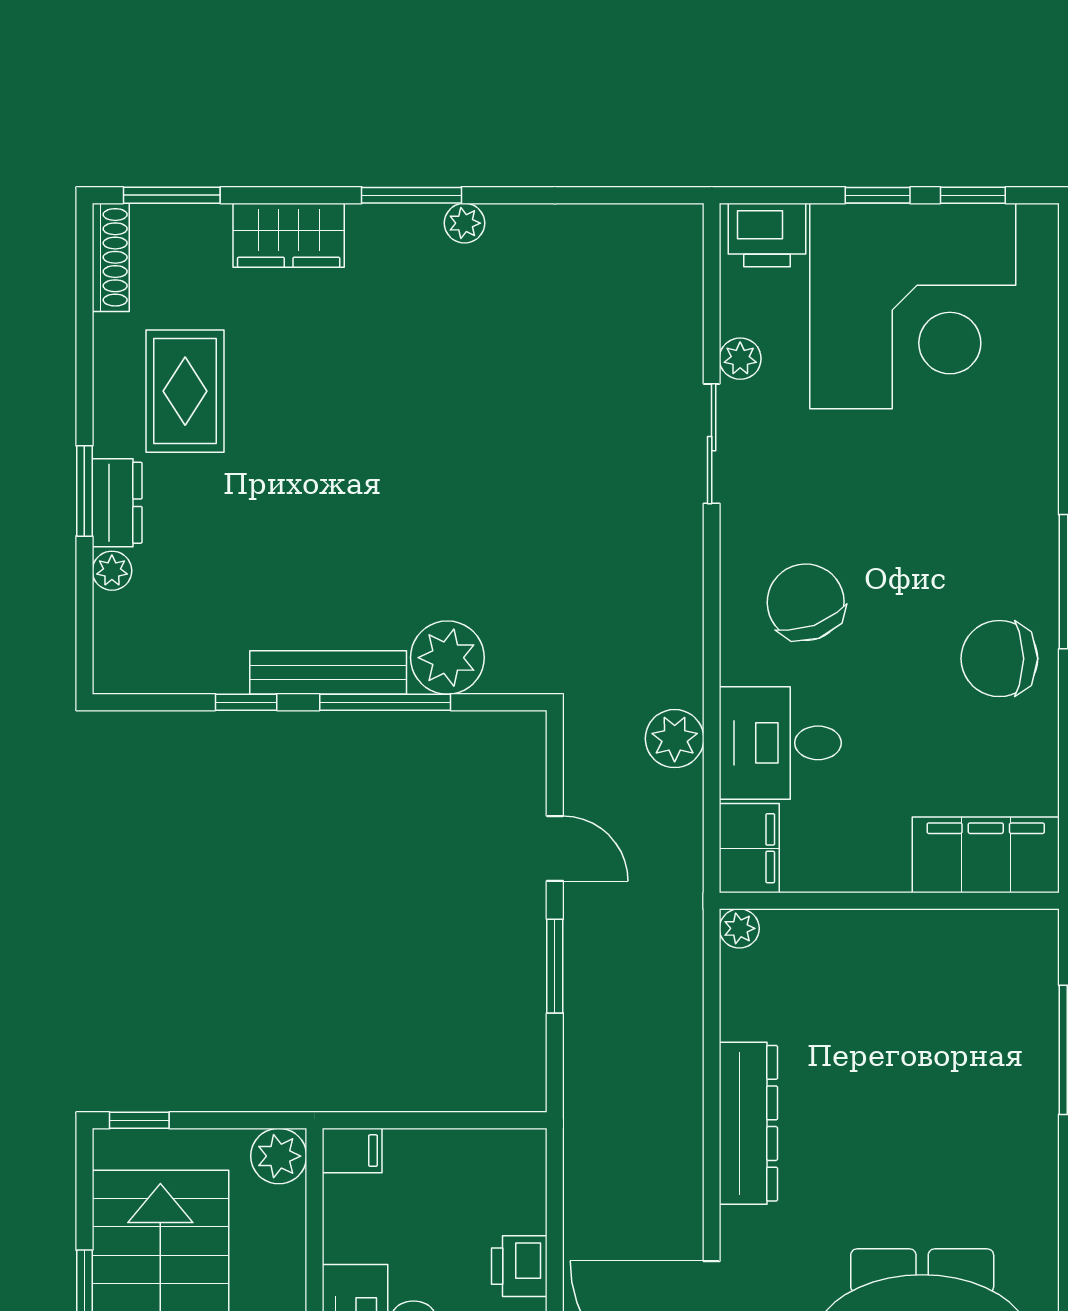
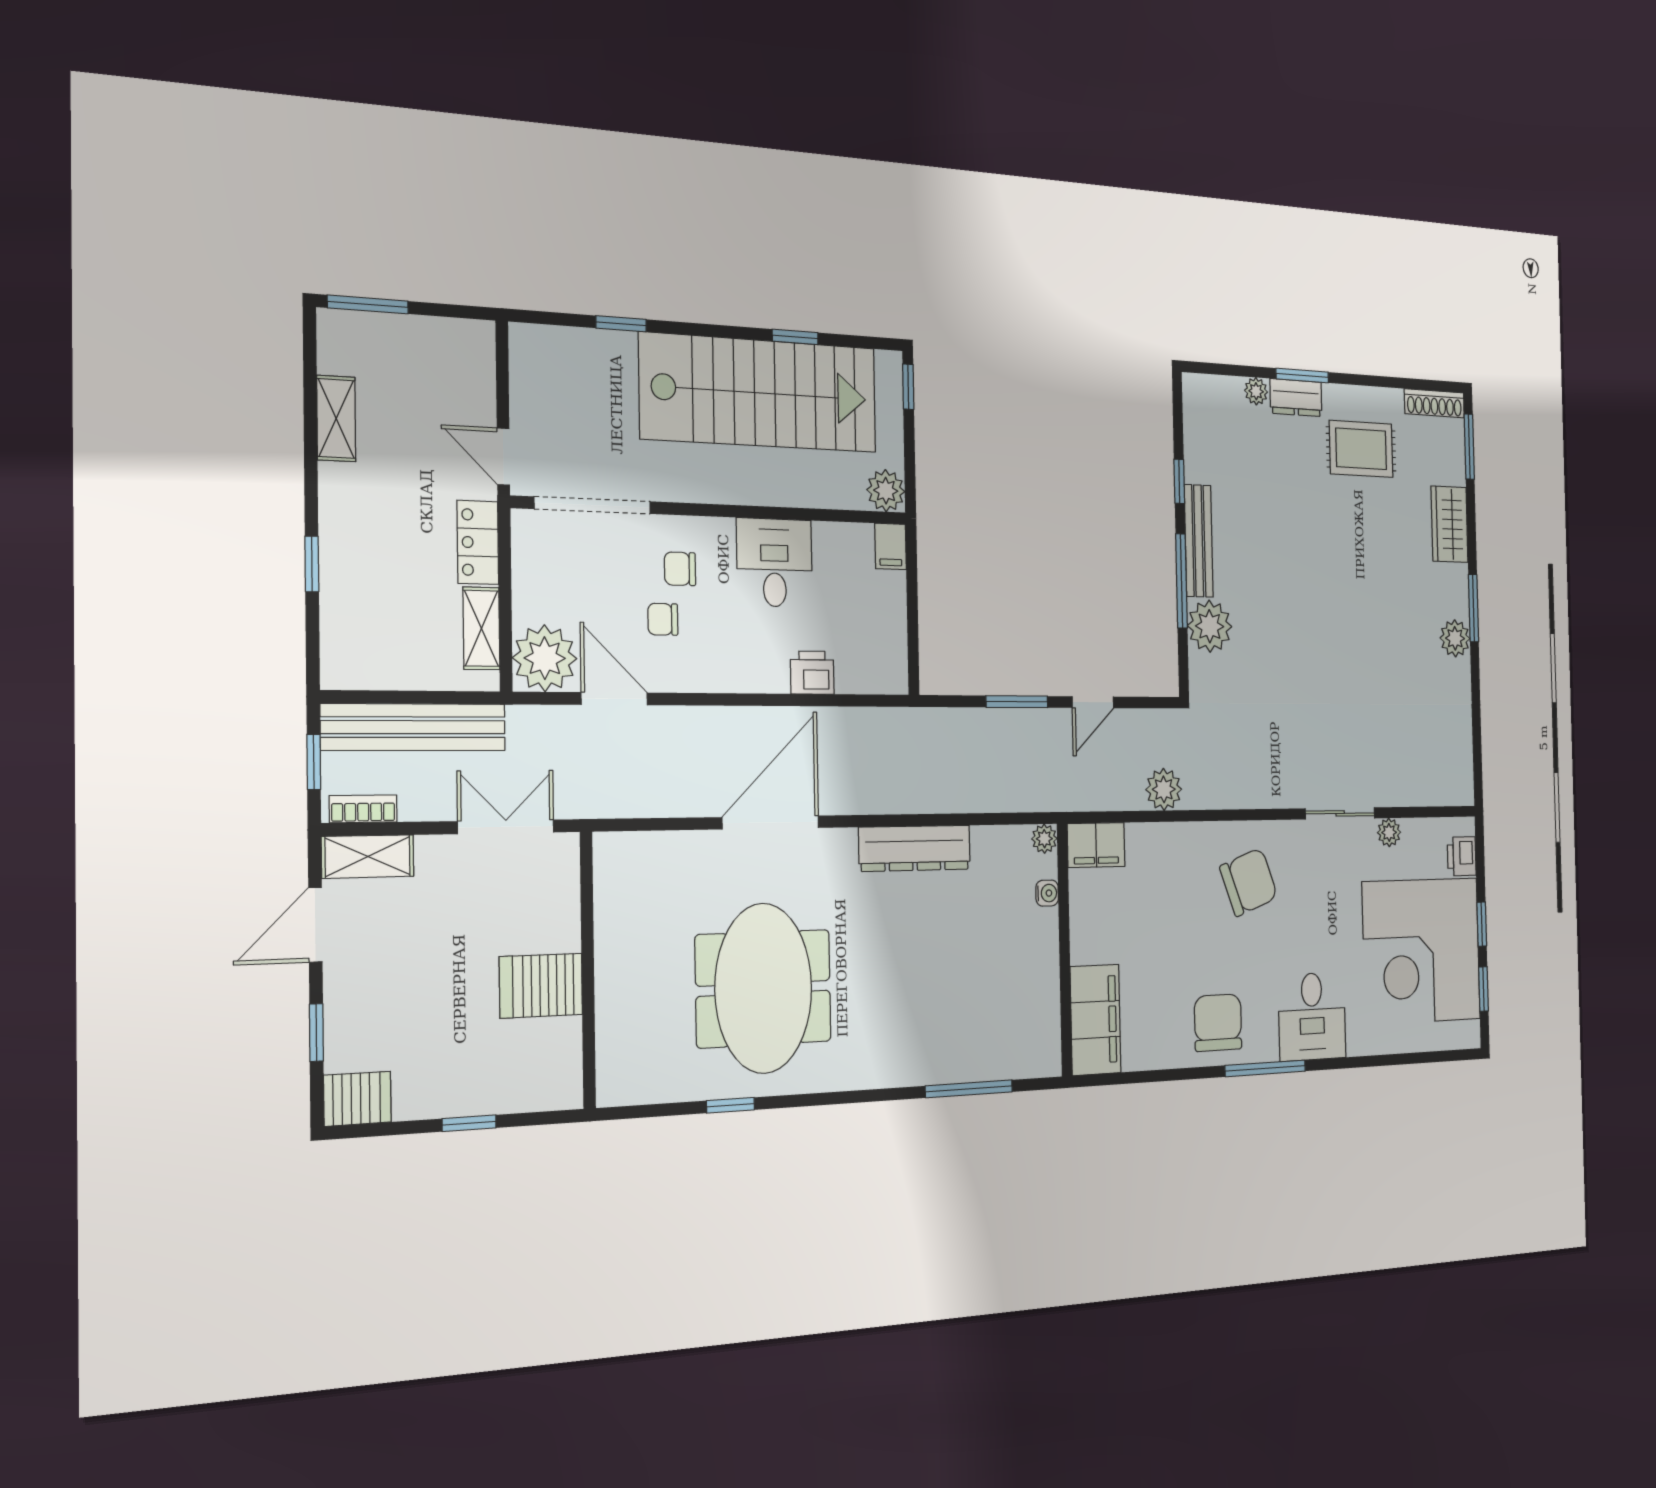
plant: (464, 223) -> (1455, 638), width x1.38, depth x1.38
printer: (767, 235) -> (1462, 856), width x0.73, depth x0.81
desk: (780, 743) -> (1312, 1016), moved, turned 180
water cooler: (812, 926) -> (1047, 893), added

